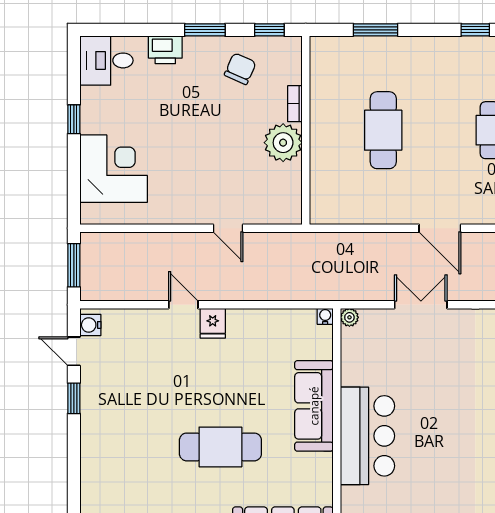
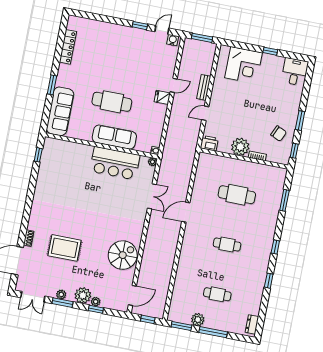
printer: (165, 50) -> (209, 143), moved, turned 90
bench: (175, 242) -> (204, 87), added
bar counter: (367, 436) -> (115, 163), moved
cafe table: (220, 447) -> (112, 102), moved, turned 90

